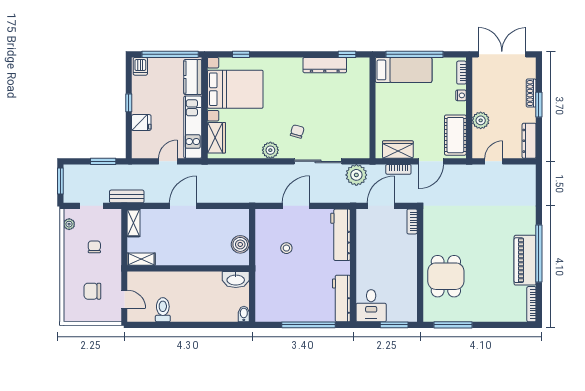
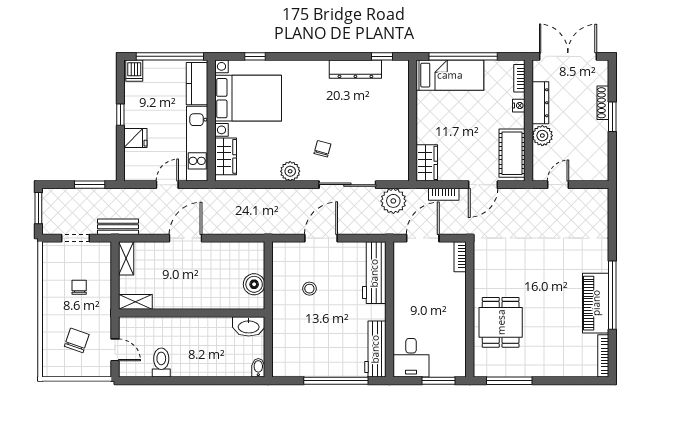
dresser: (529, 141) -> (540, 103), moved, turned 180
wardrobe: (398, 150) -> (427, 163), moved, turned 90
plant: (69, 224) -> (49, 260), removed
chair: (92, 291) -> (77, 340), turned 109

